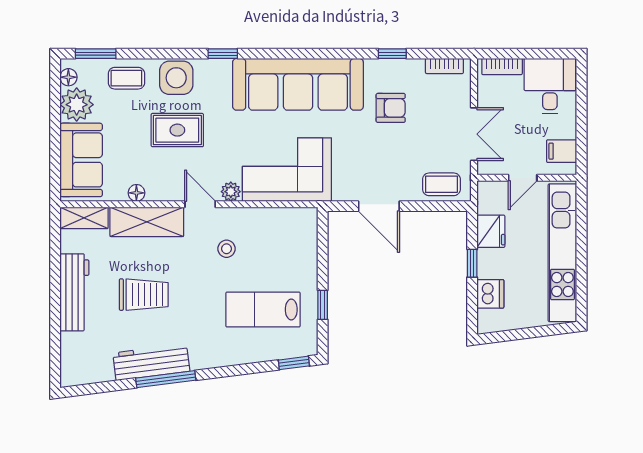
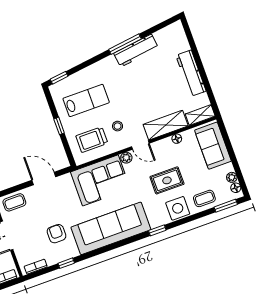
plant: (77, 105) -> (232, 177), width x0.53, depth x0.53
armchair: (391, 108) -> (56, 234), turned 90
trolley: (144, 295) -> (92, 140), moved
window: (323, 305) -> (59, 126), moved

